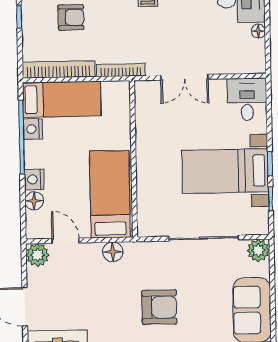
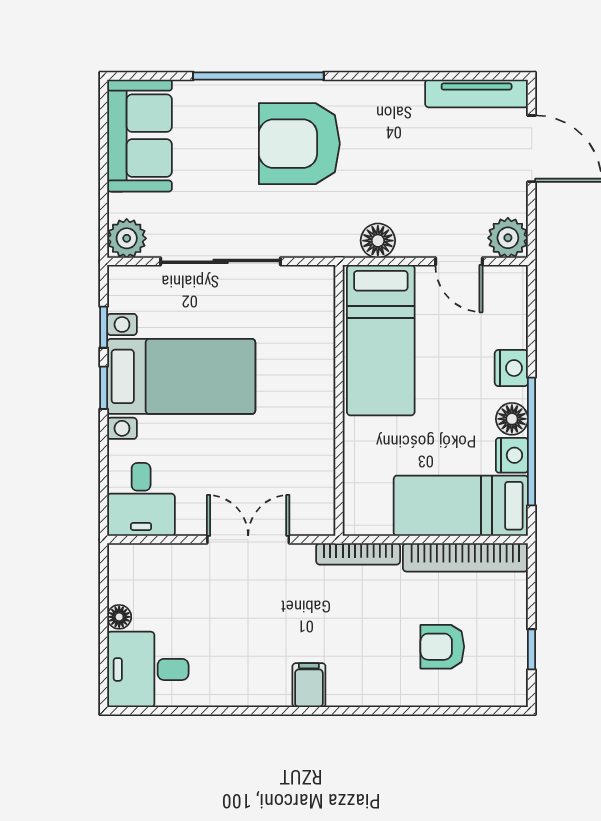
floor lamp: (34, 201) -> (512, 419), moved
armchair: (159, 307) -> (299, 144), width x1.36, depth x1.36

